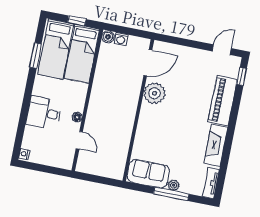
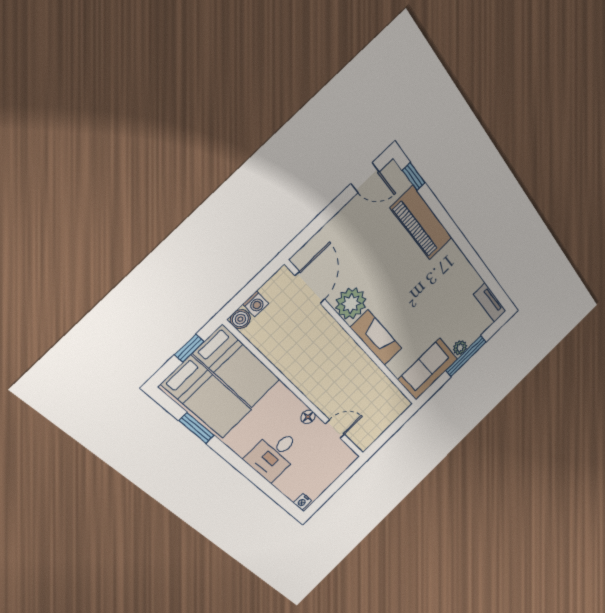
door: (222, 50) -> (365, 178), swing flipped
fireplace: (216, 145) -> (376, 338), moved, turned 180

